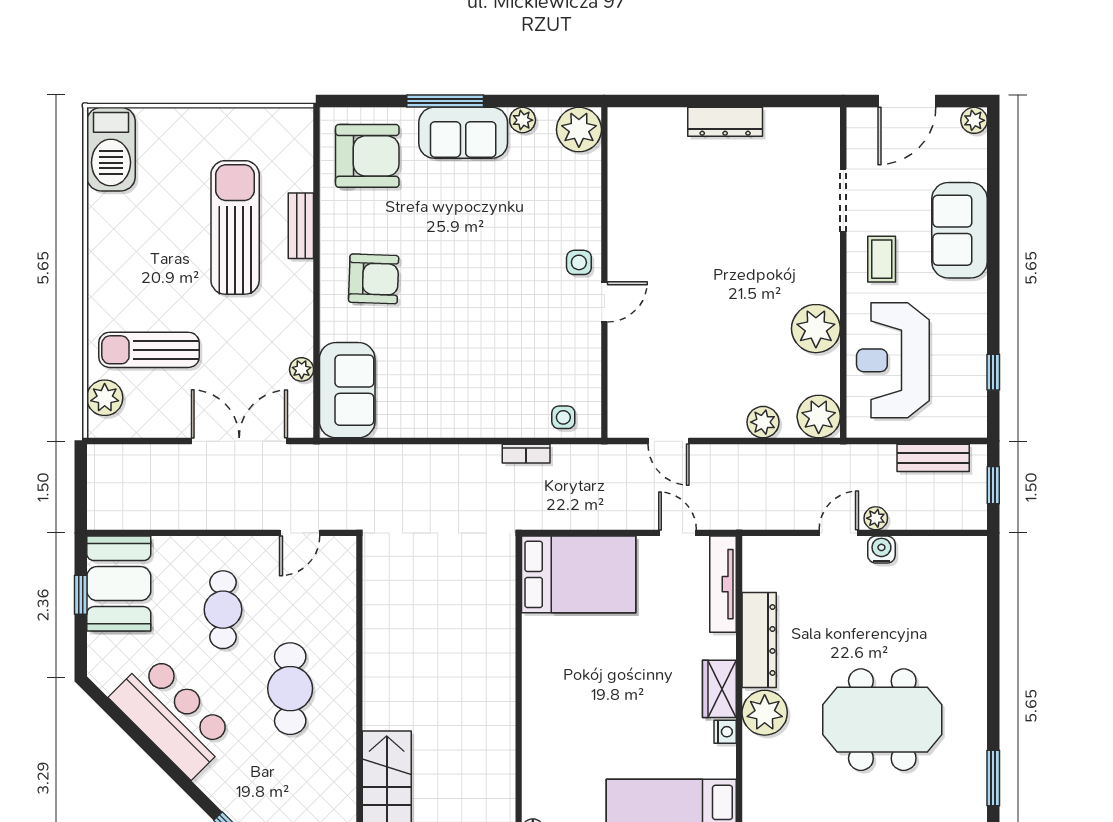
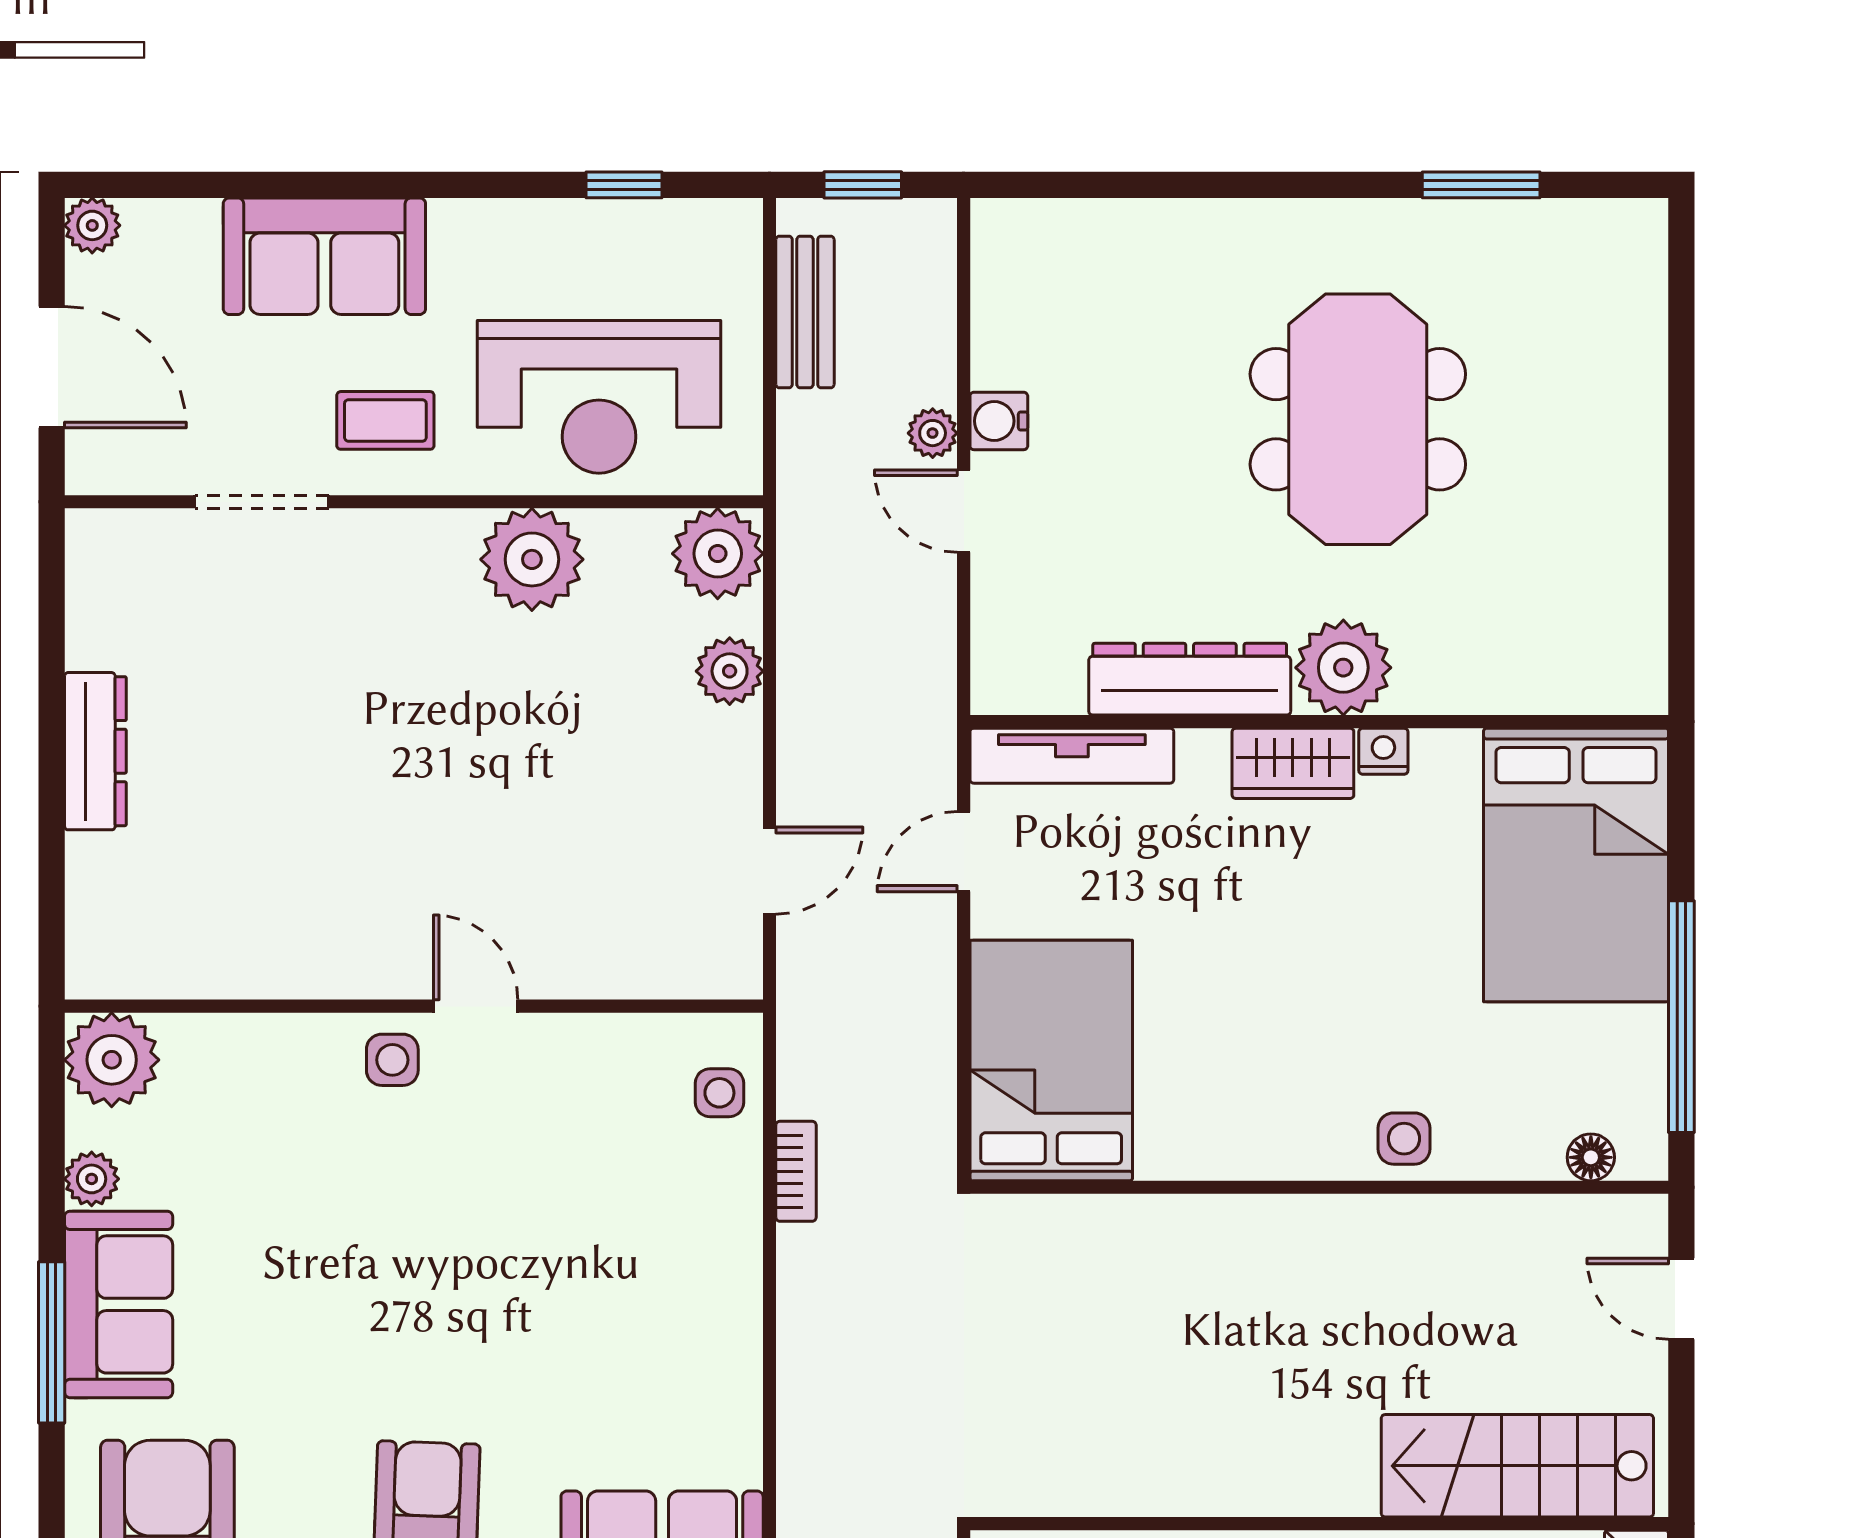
side table: (542, 741) -> (1404, 1139), added

